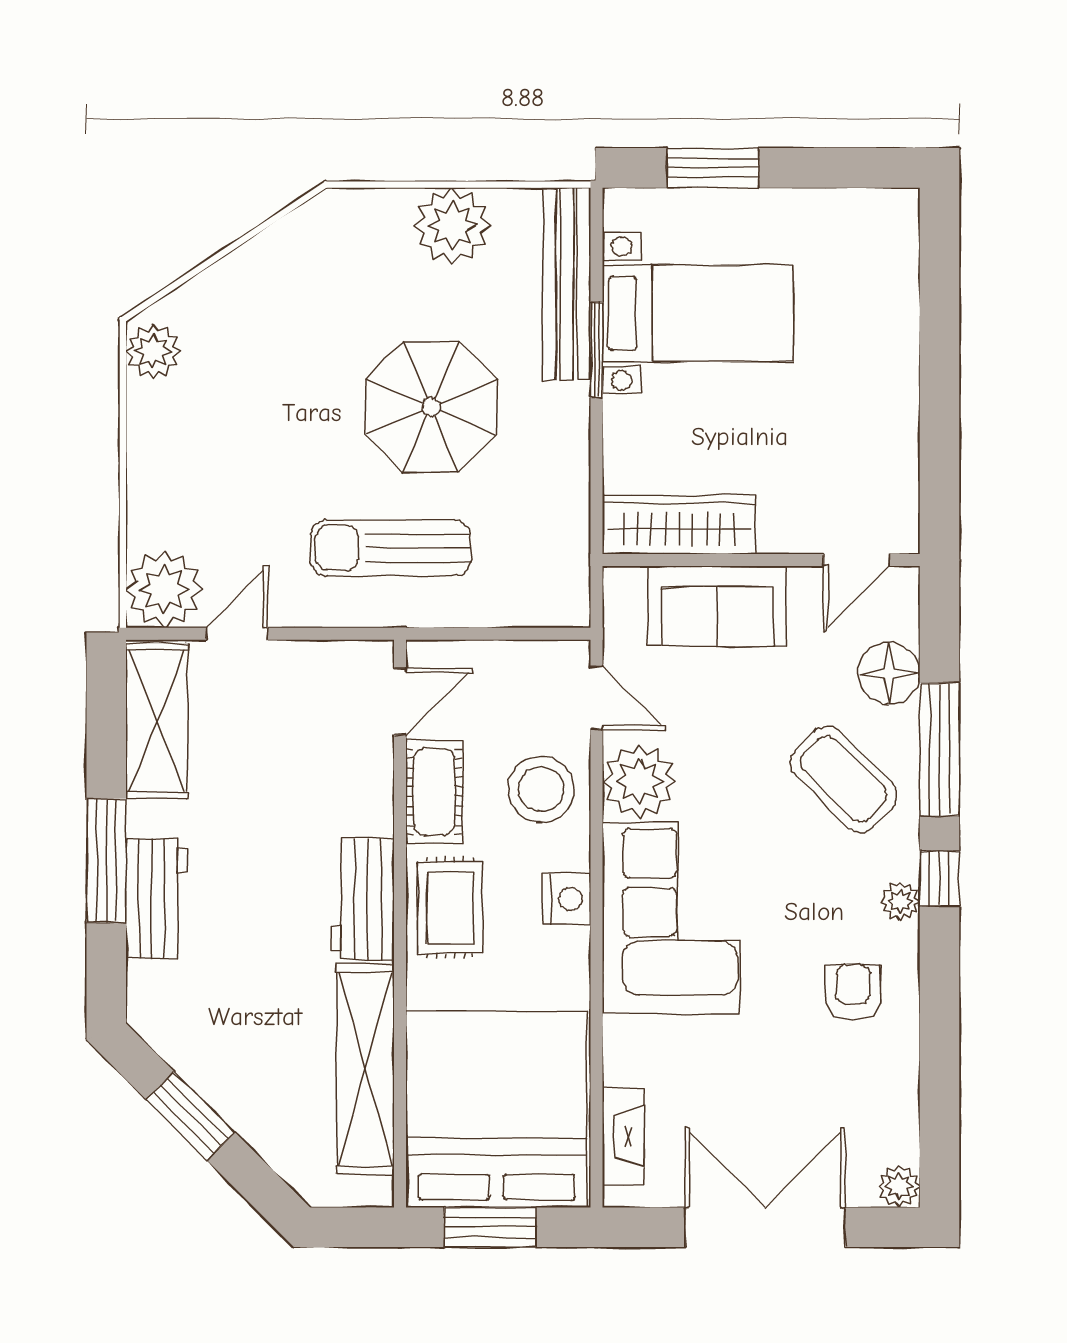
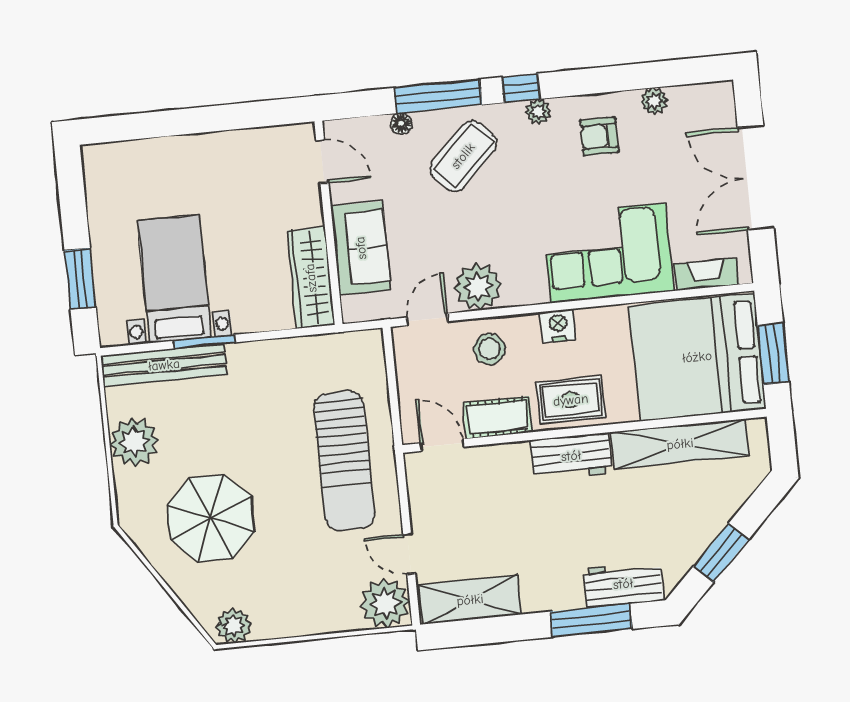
parasol: (431, 407) -> (211, 518), moved
sun lounger: (391, 548) -> (344, 461), width x1.36, depth x1.34
floor lamp: (889, 673) -> (401, 123), width x0.53, depth x0.53
stool: (541, 789) -> (489, 349), width x0.73, depth x0.73
window: (106, 860) -> (591, 620), moved
workbench: (157, 899) -> (623, 584), moved
corner sofa: (671, 918) -> (608, 253), moved
plant: (899, 1186) -> (654, 101), moved

